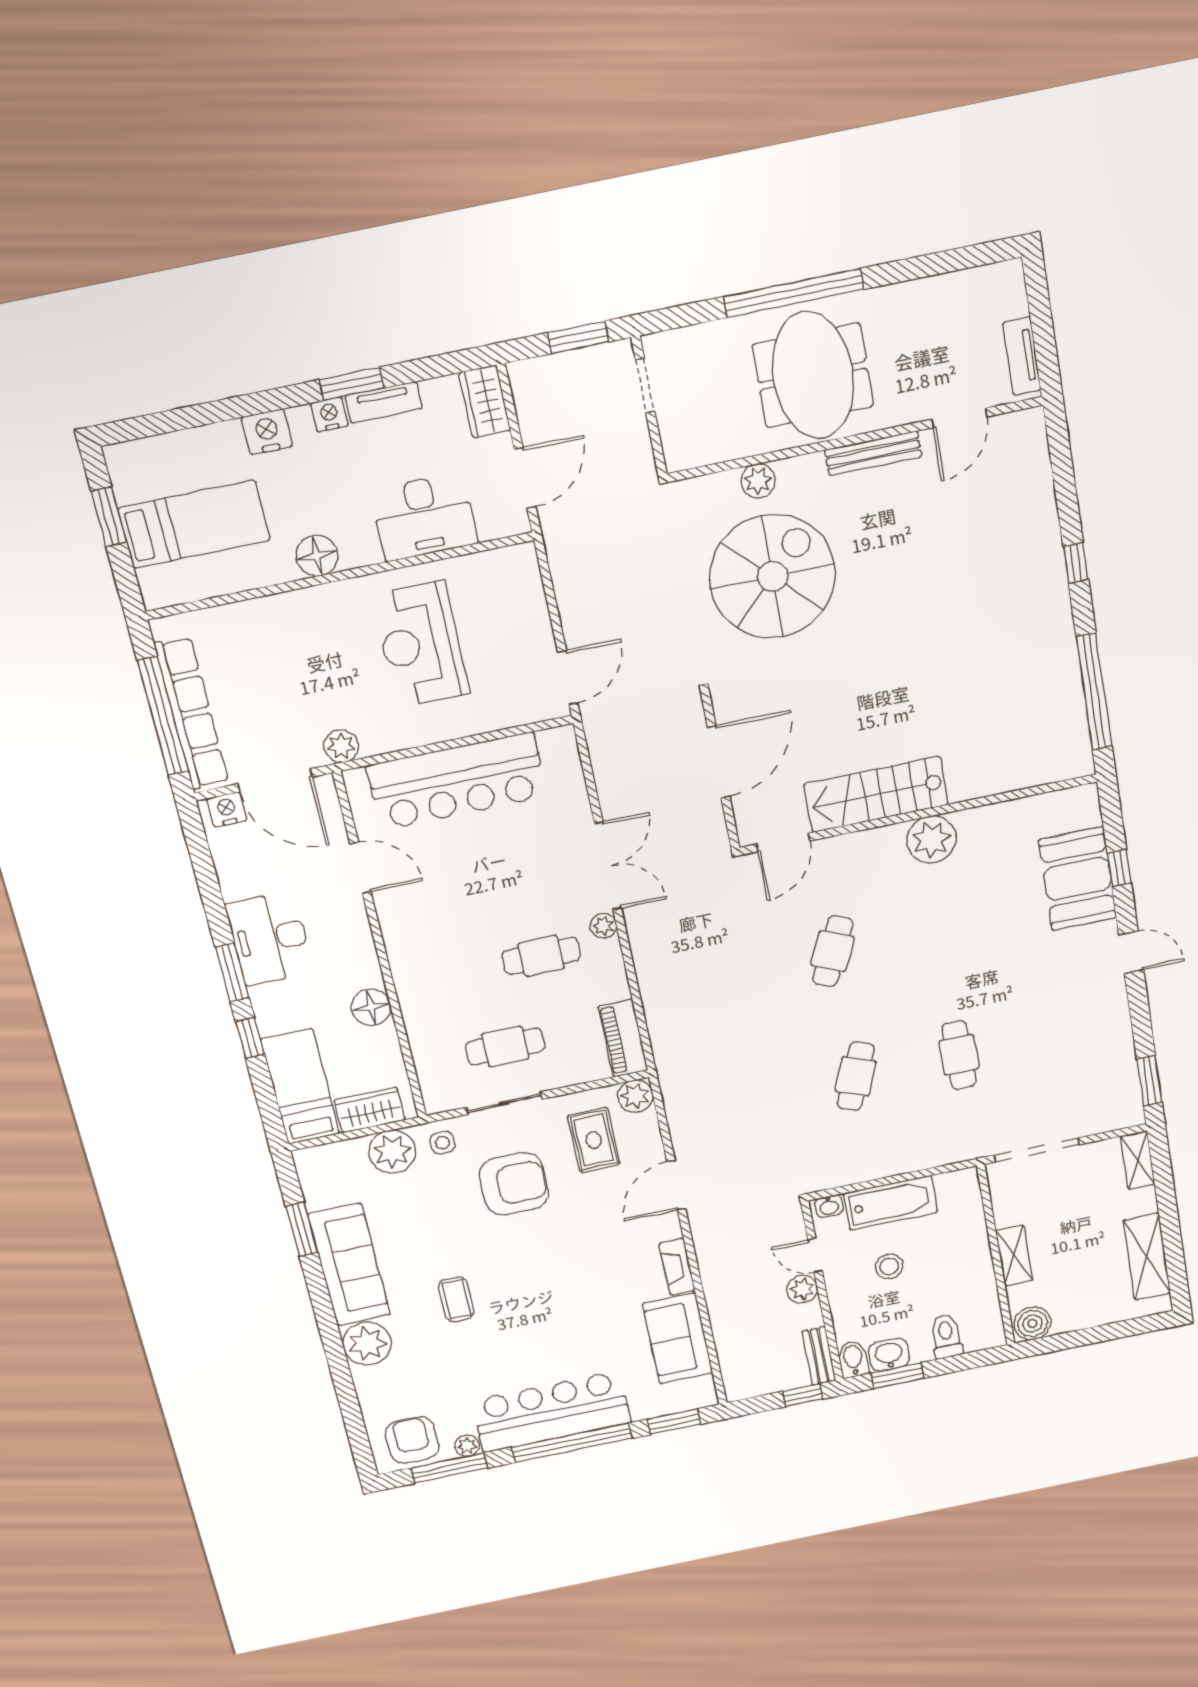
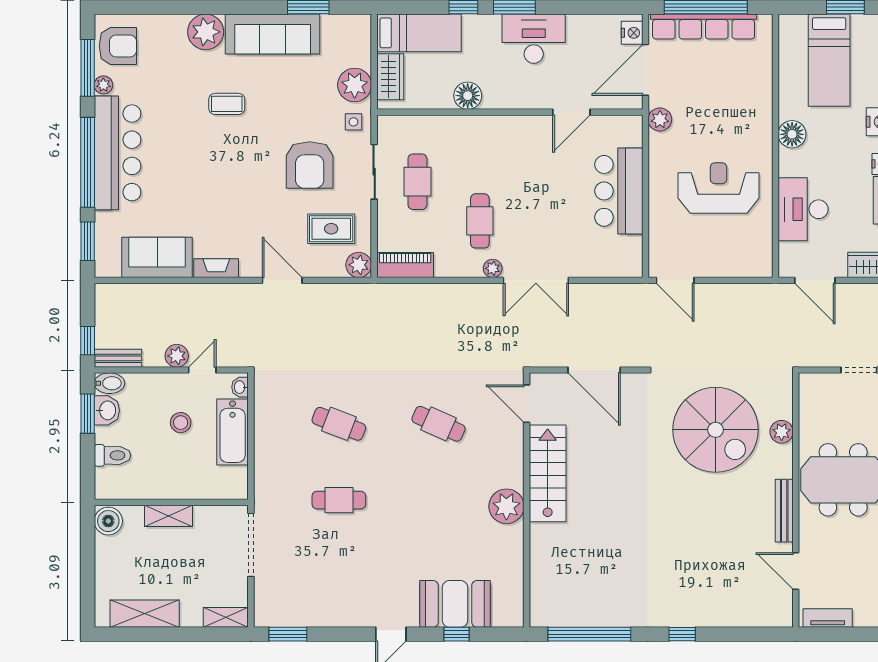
bar counter: (457, 781) -> (619, 191), width x0.73

